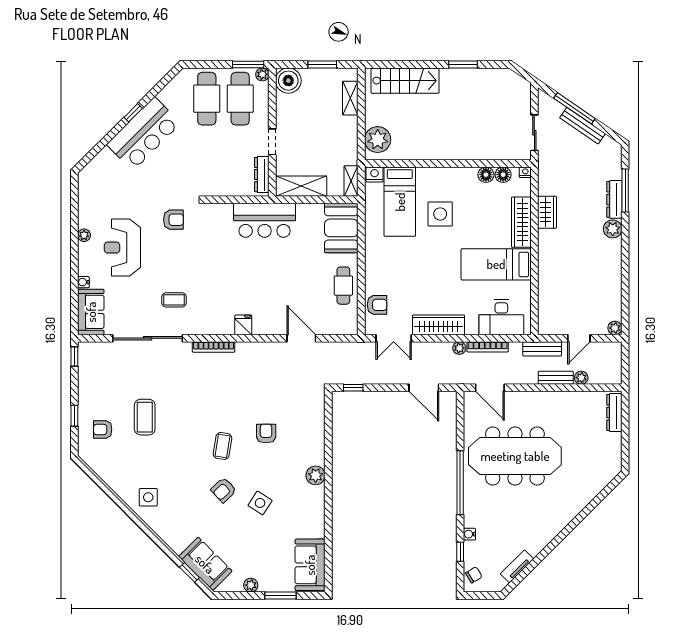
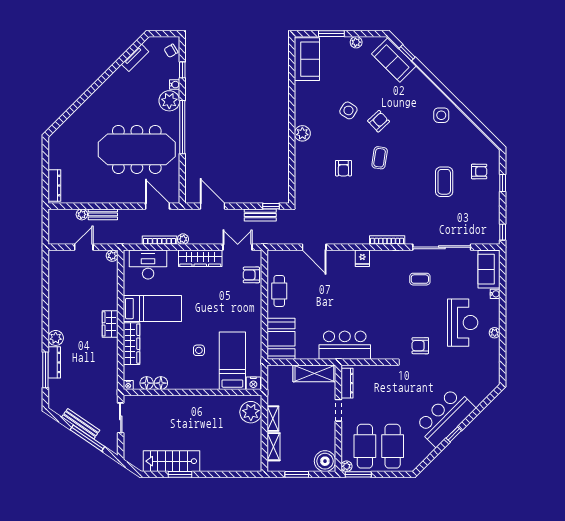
stairs: (405, 81) -> (171, 461), moved
shelving: (351, 181) -> (273, 419), moved
wardrobe: (547, 212) -> (110, 324), moved
side table: (440, 214) -> (199, 350), width x0.54, depth x0.54
plant: (615, 328) -> (112, 256), moved
bench: (542, 349) -> (260, 215), moved
plant: (476, 515) -> (169, 101), added

